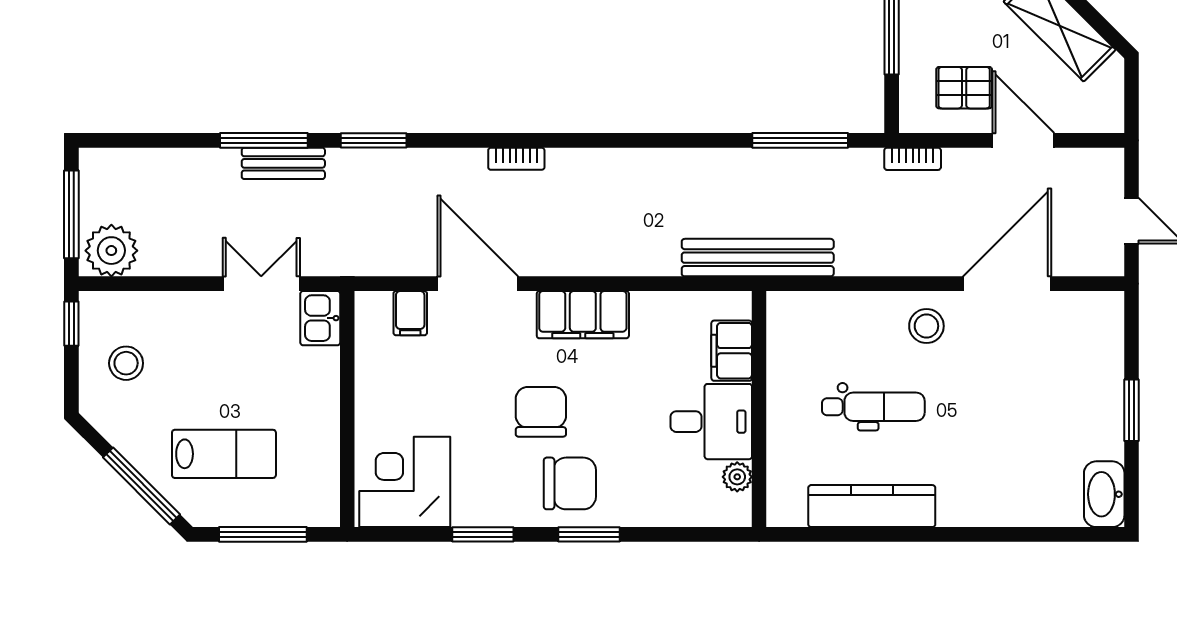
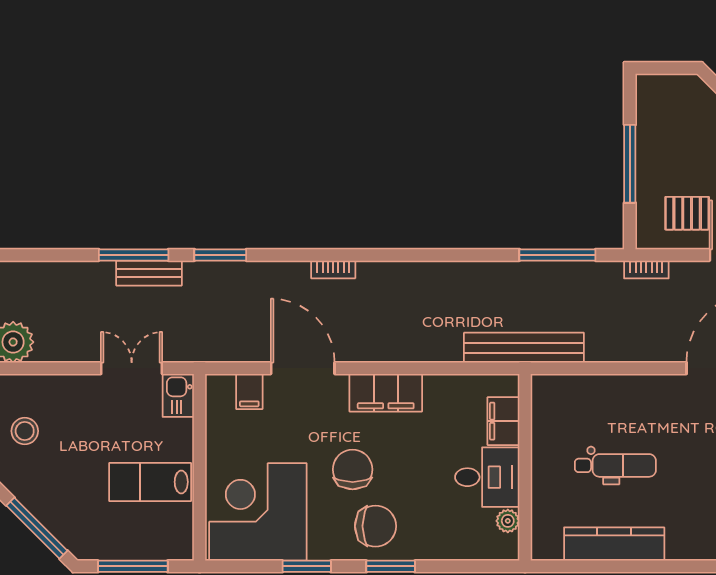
stool: (926, 326) -> (657, 402), removed
lab bench: (224, 454) -> (150, 482), moved, turned 180
corner desk: (405, 482) -> (258, 512), width x1.36, depth x1.36

